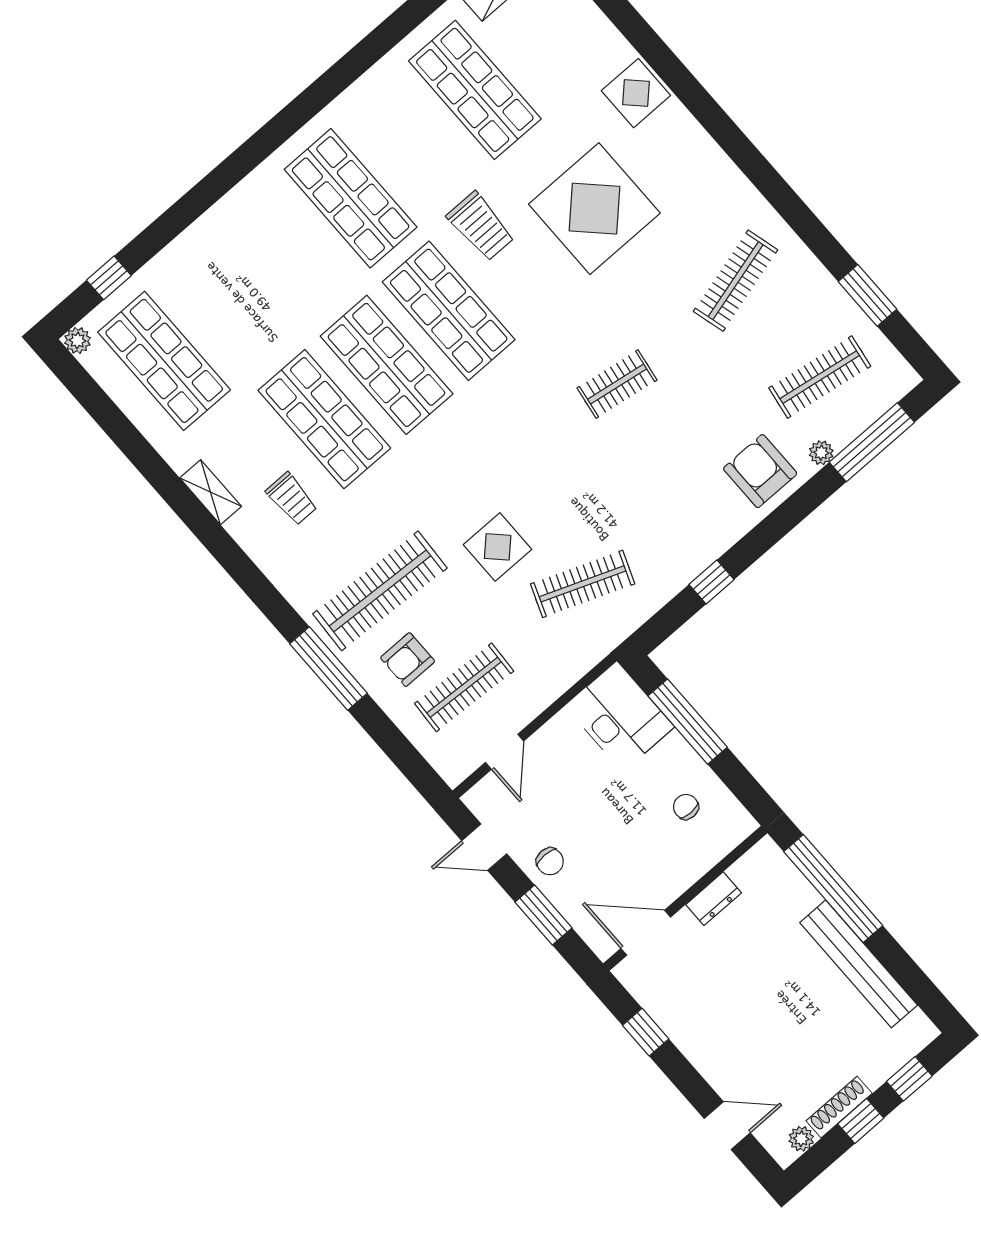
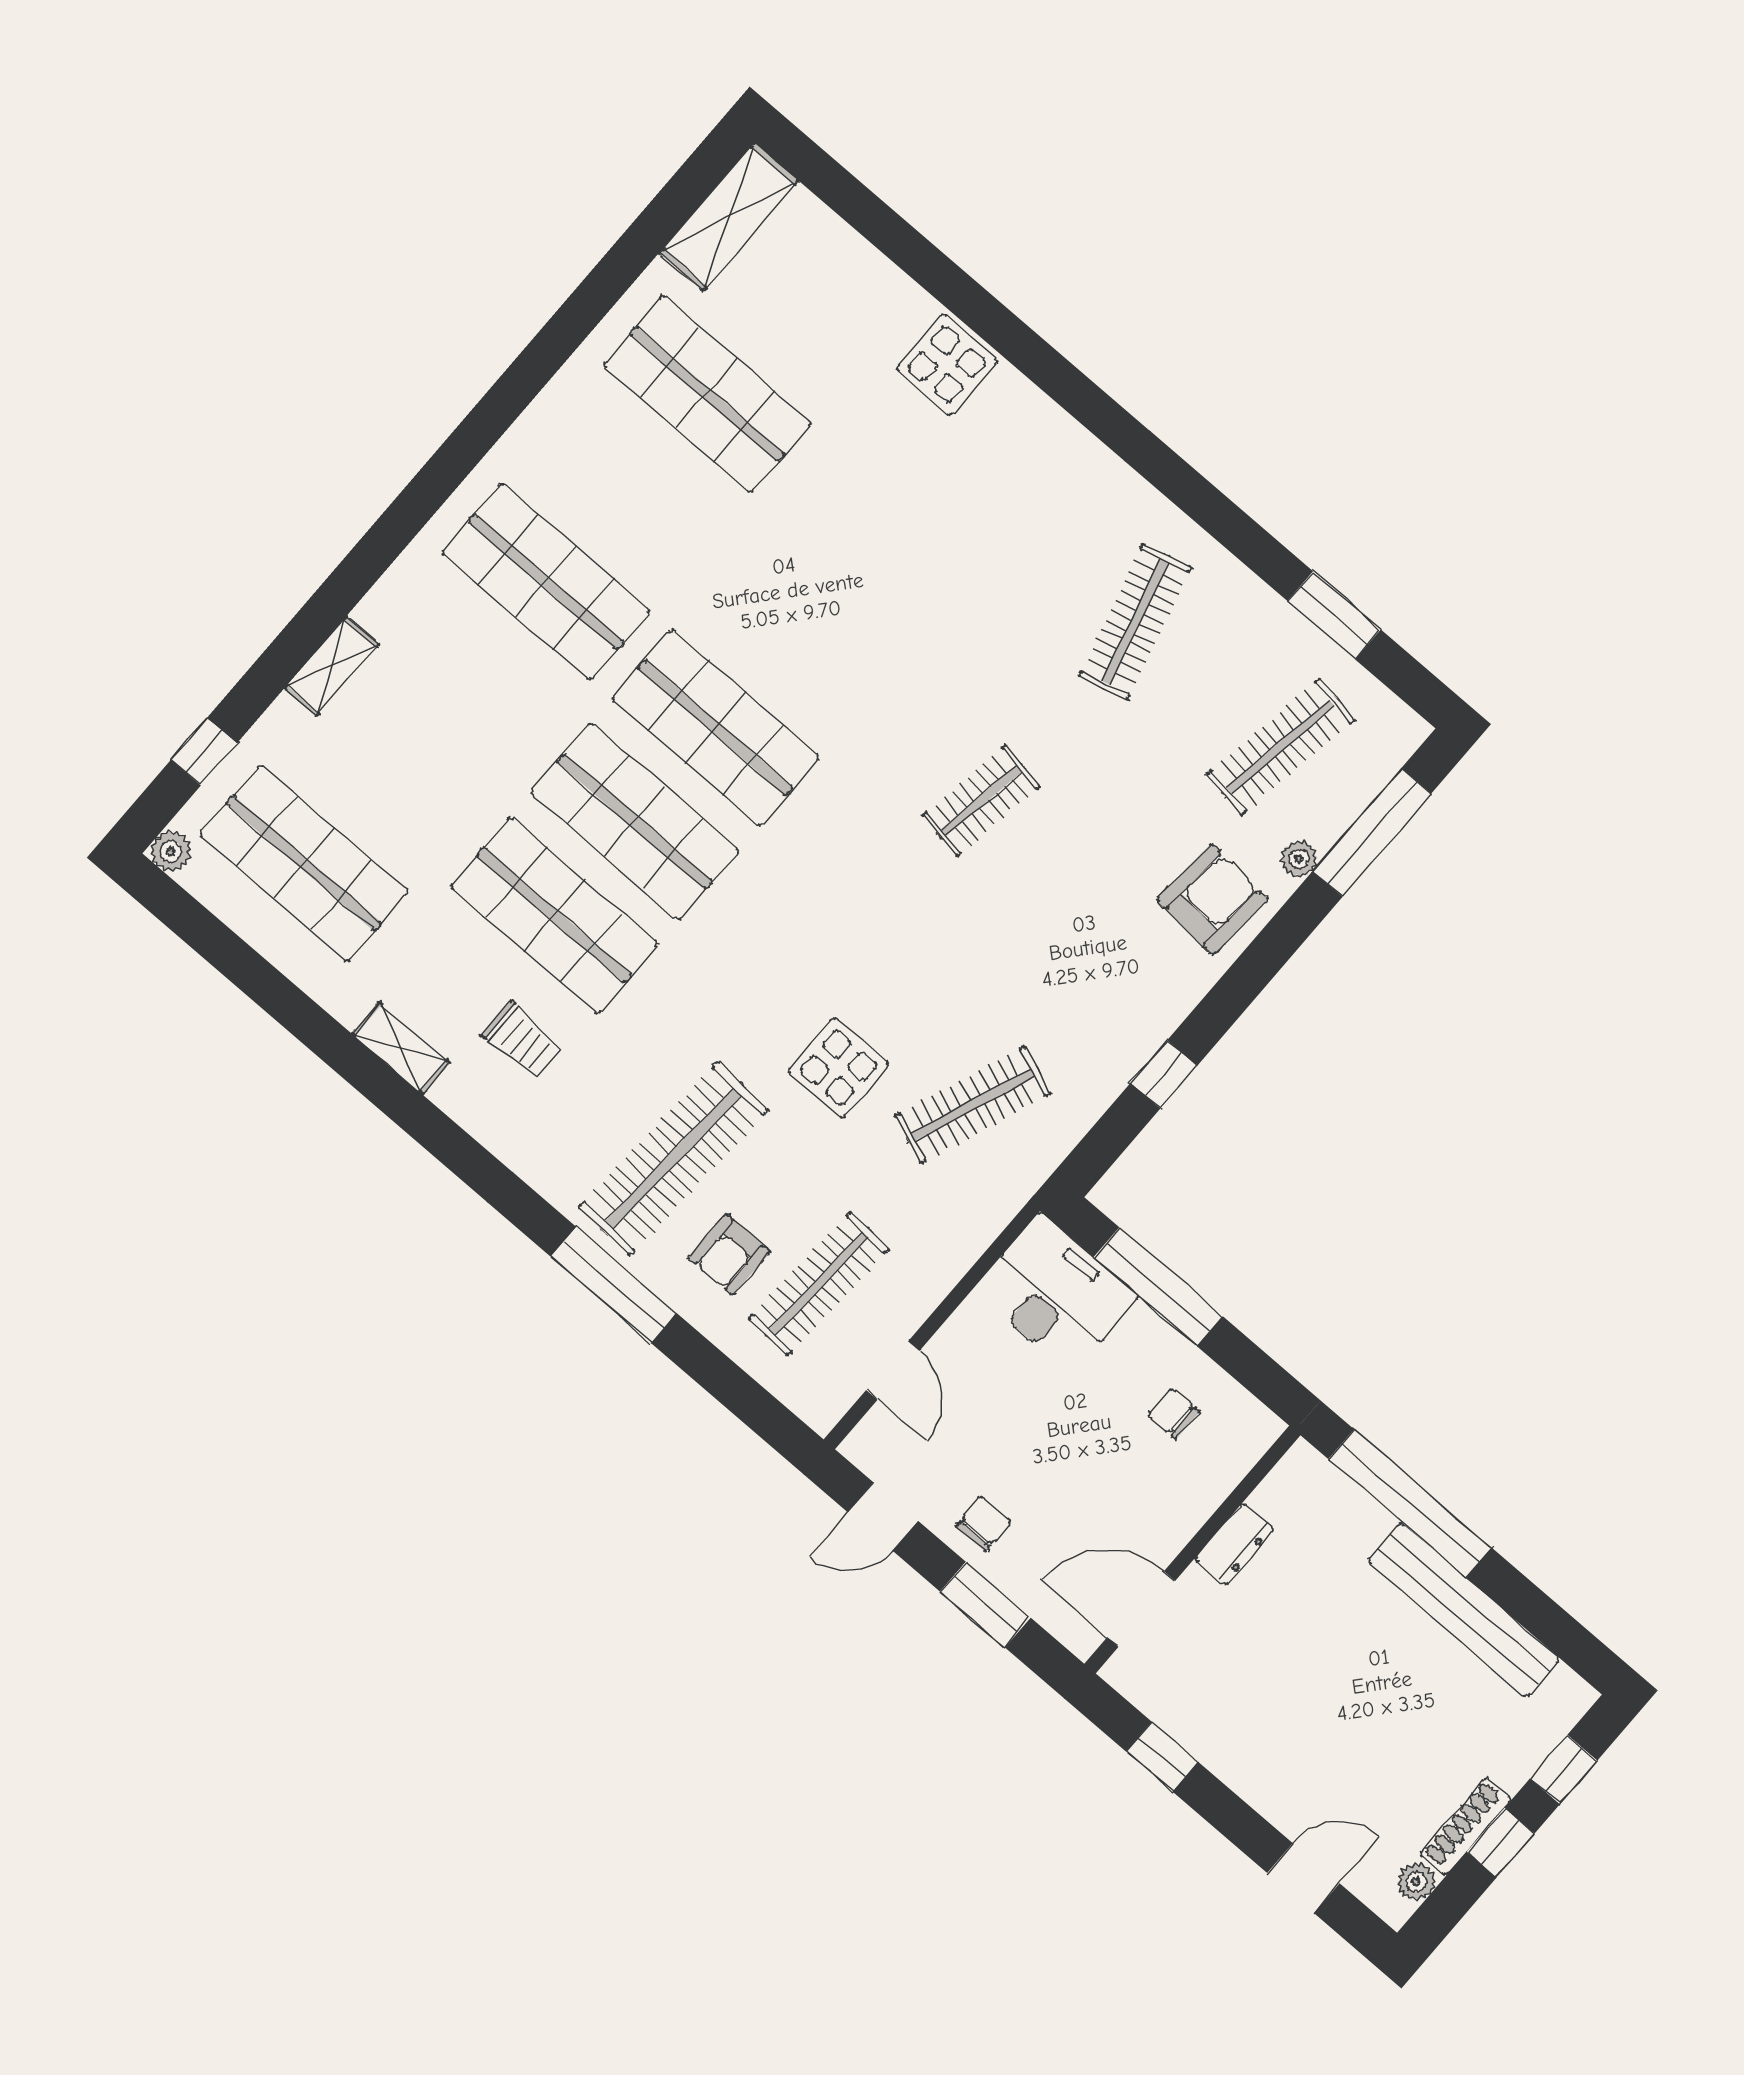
display table: (594, 209) -> (910, 545), removed
trolley: (481, 226) -> (745, 596), removed
shelving: (201, 234) -> (332, 666), added
armchair: (760, 471) -> (1212, 899), turned 94
chair: (550, 861) -> (984, 1524), turned -90

